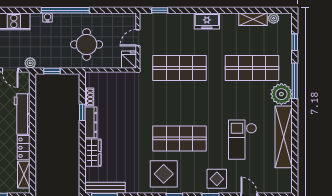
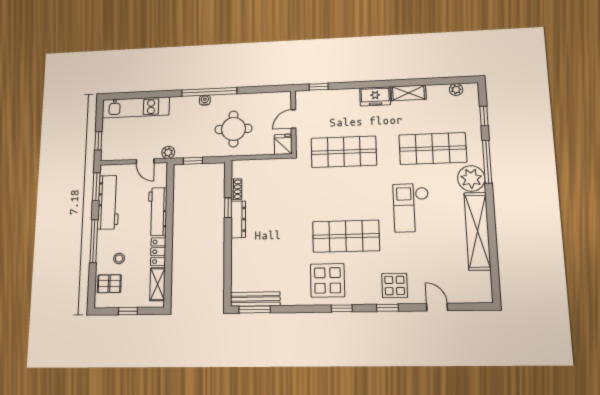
water cooler: (48, 18) -> (205, 100), moved
shelving: (253, 19) -> (408, 93), moved
checkout: (243, 140) -> (411, 208), moved
wardrobe: (93, 153) -> (240, 256), removed

